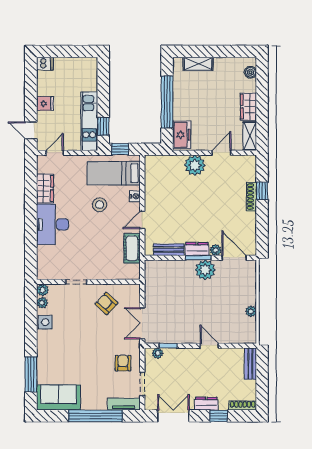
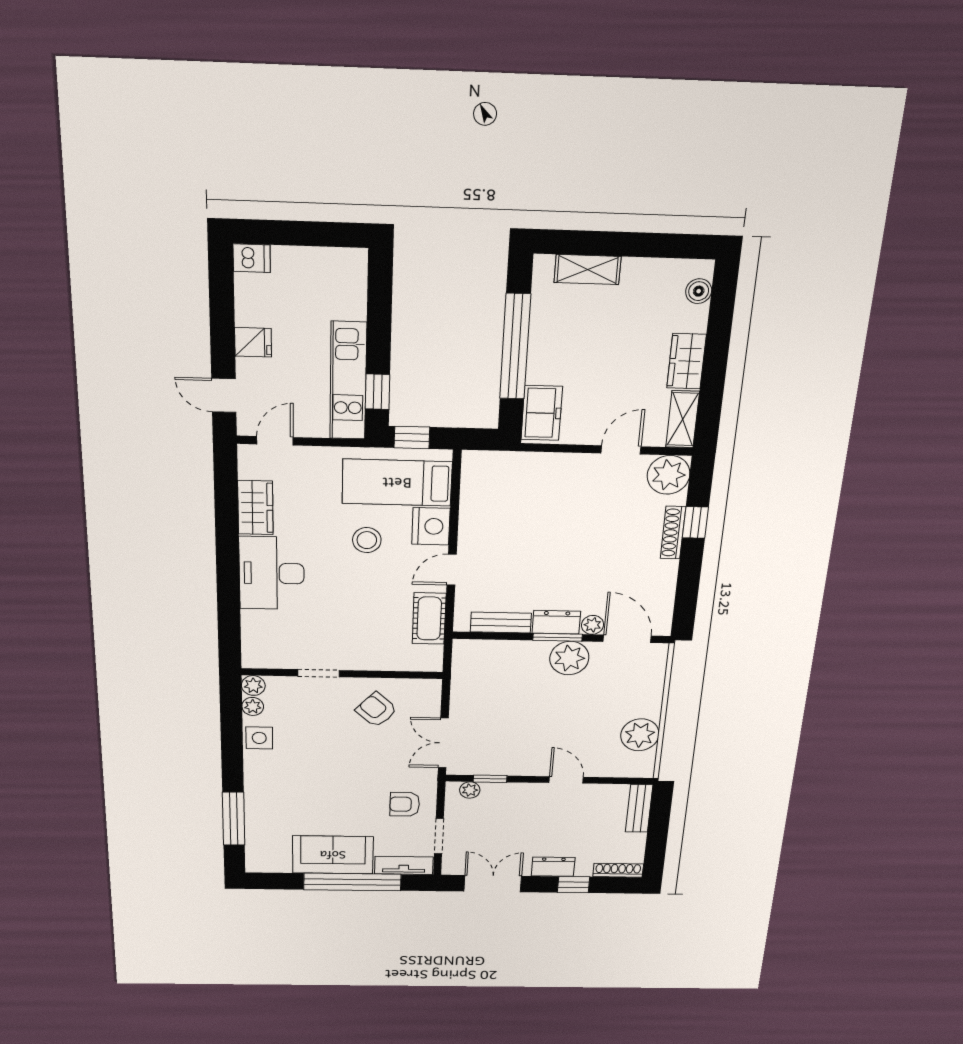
plant: (195, 165) -> (669, 475), moved
nightstand: (135, 196) -> (431, 526), width x1.89, depth x1.79
plant: (251, 311) -> (640, 735), width x1.88, depth x1.88
armchair: (123, 363) -> (405, 804), turned -90
sofa: (58, 398) -> (333, 855), moved

